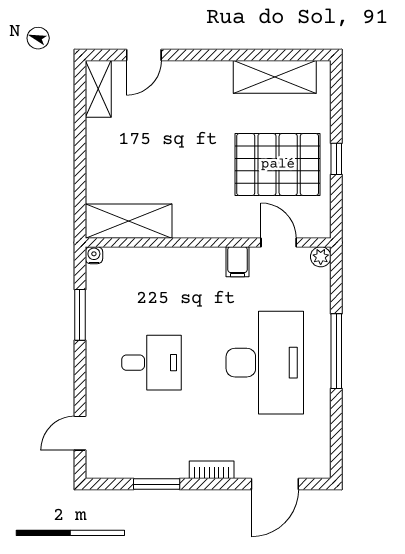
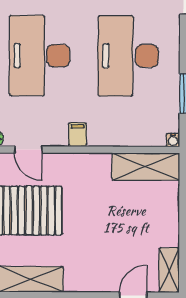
filing cabinet: (237, 262) -> (78, 135), moved
desk: (152, 363) -> (128, 56), width x1.87, depth x1.30

